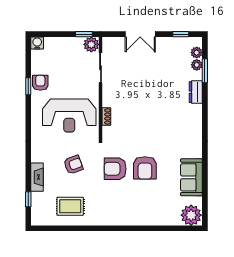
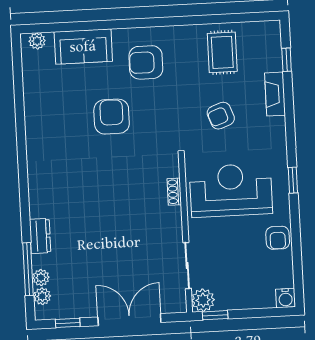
double door: (140, 34) -> (129, 320), width x1.37
window: (205, 71) -> (28, 269), width x1.44
window: (28, 86) -> (293, 180), moved
armchair: (115, 169) -> (146, 62), moved, turned 180
sofa: (191, 177) -> (83, 47), moved, turned 90
rug: (70, 206) -> (222, 52), turned 90
plant: (191, 215) -> (37, 41), width x0.53, depth x0.53

